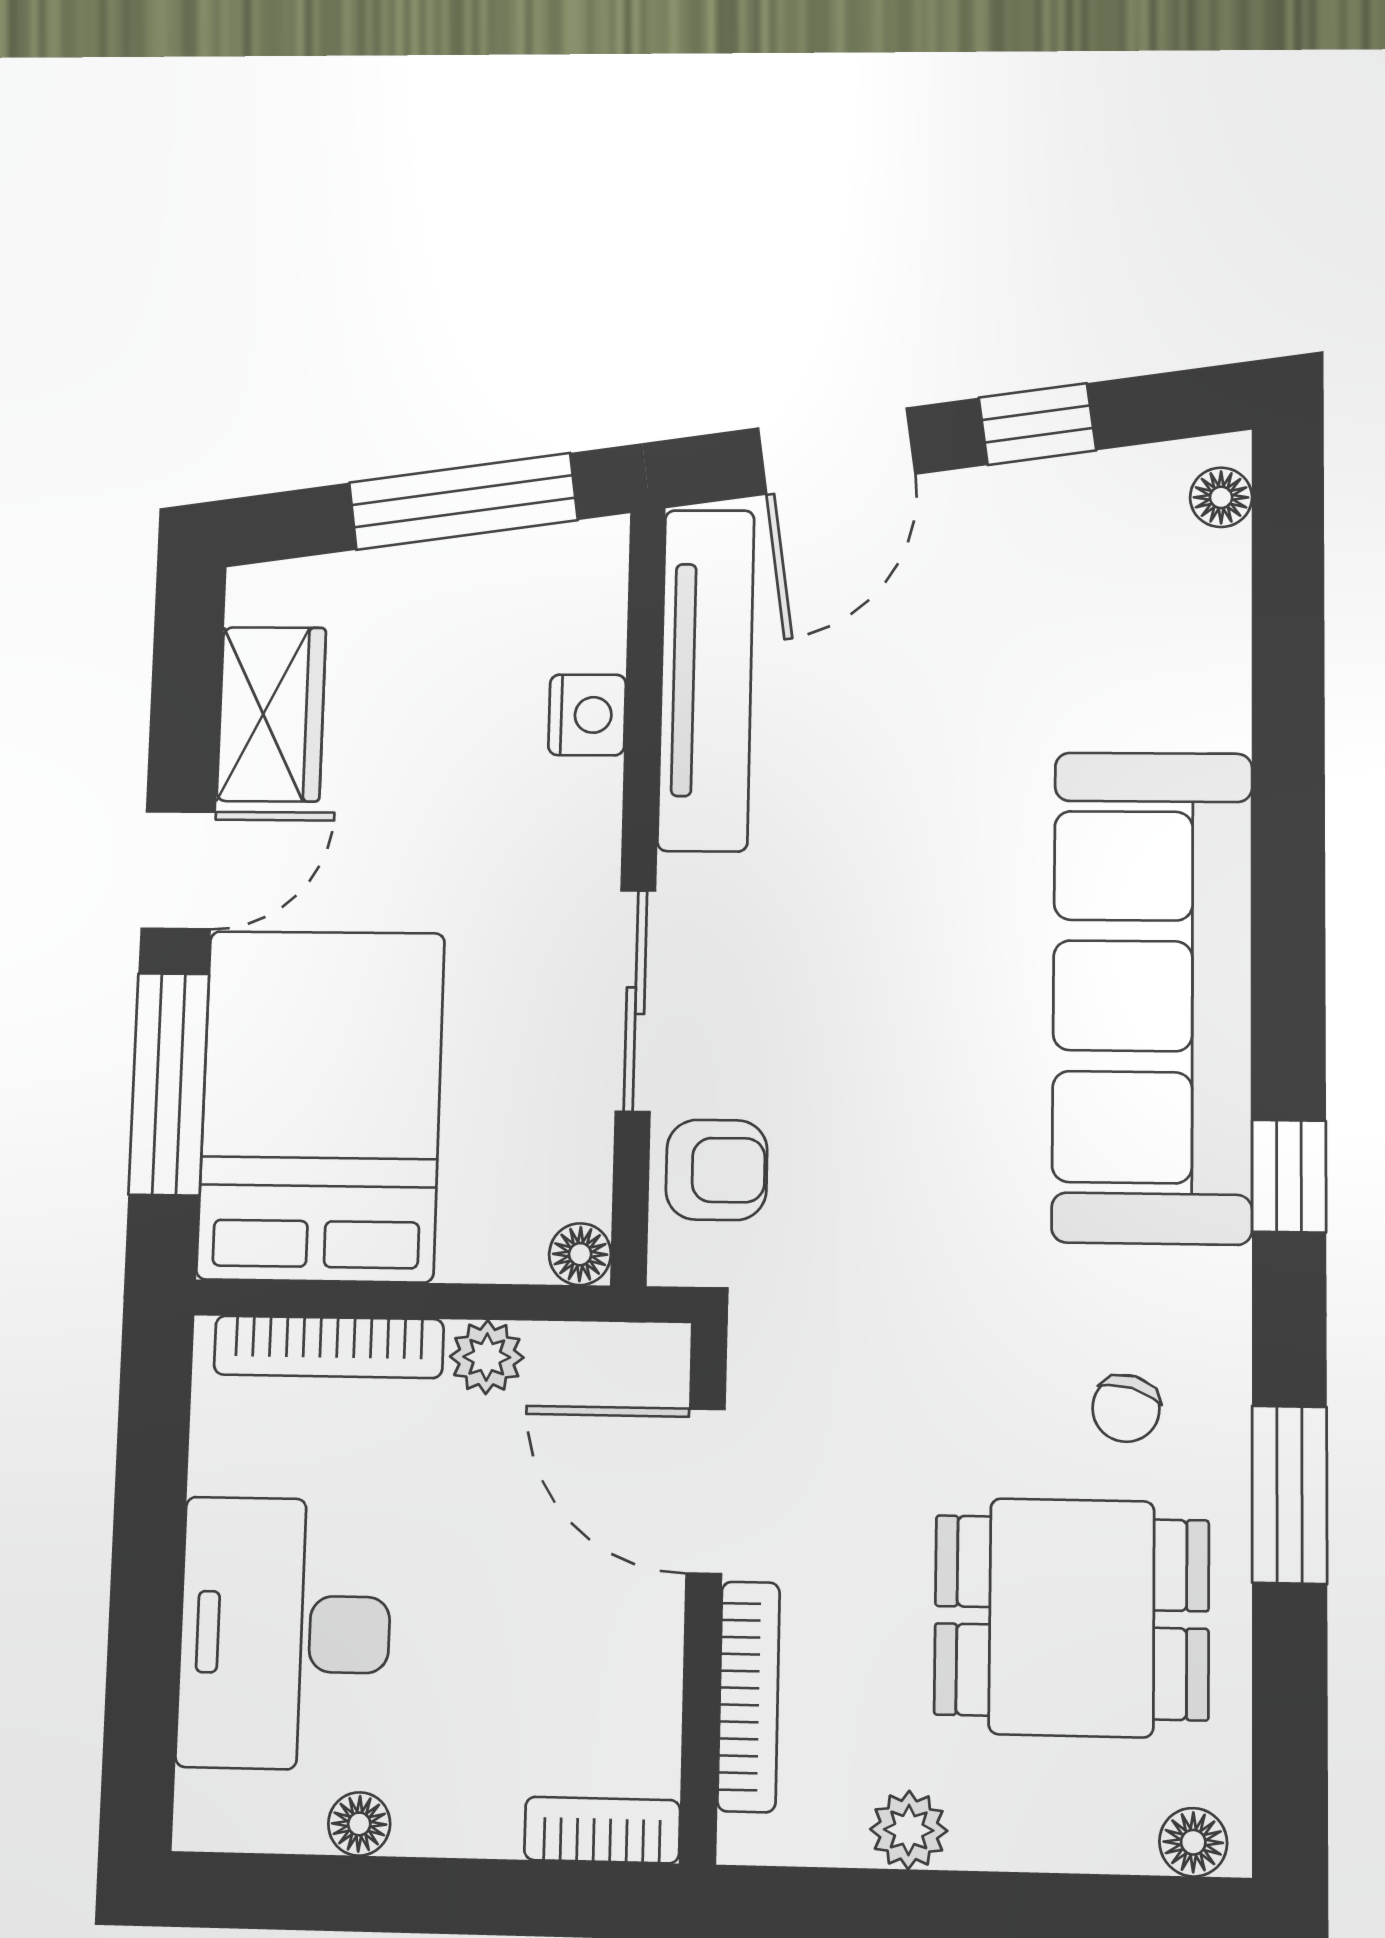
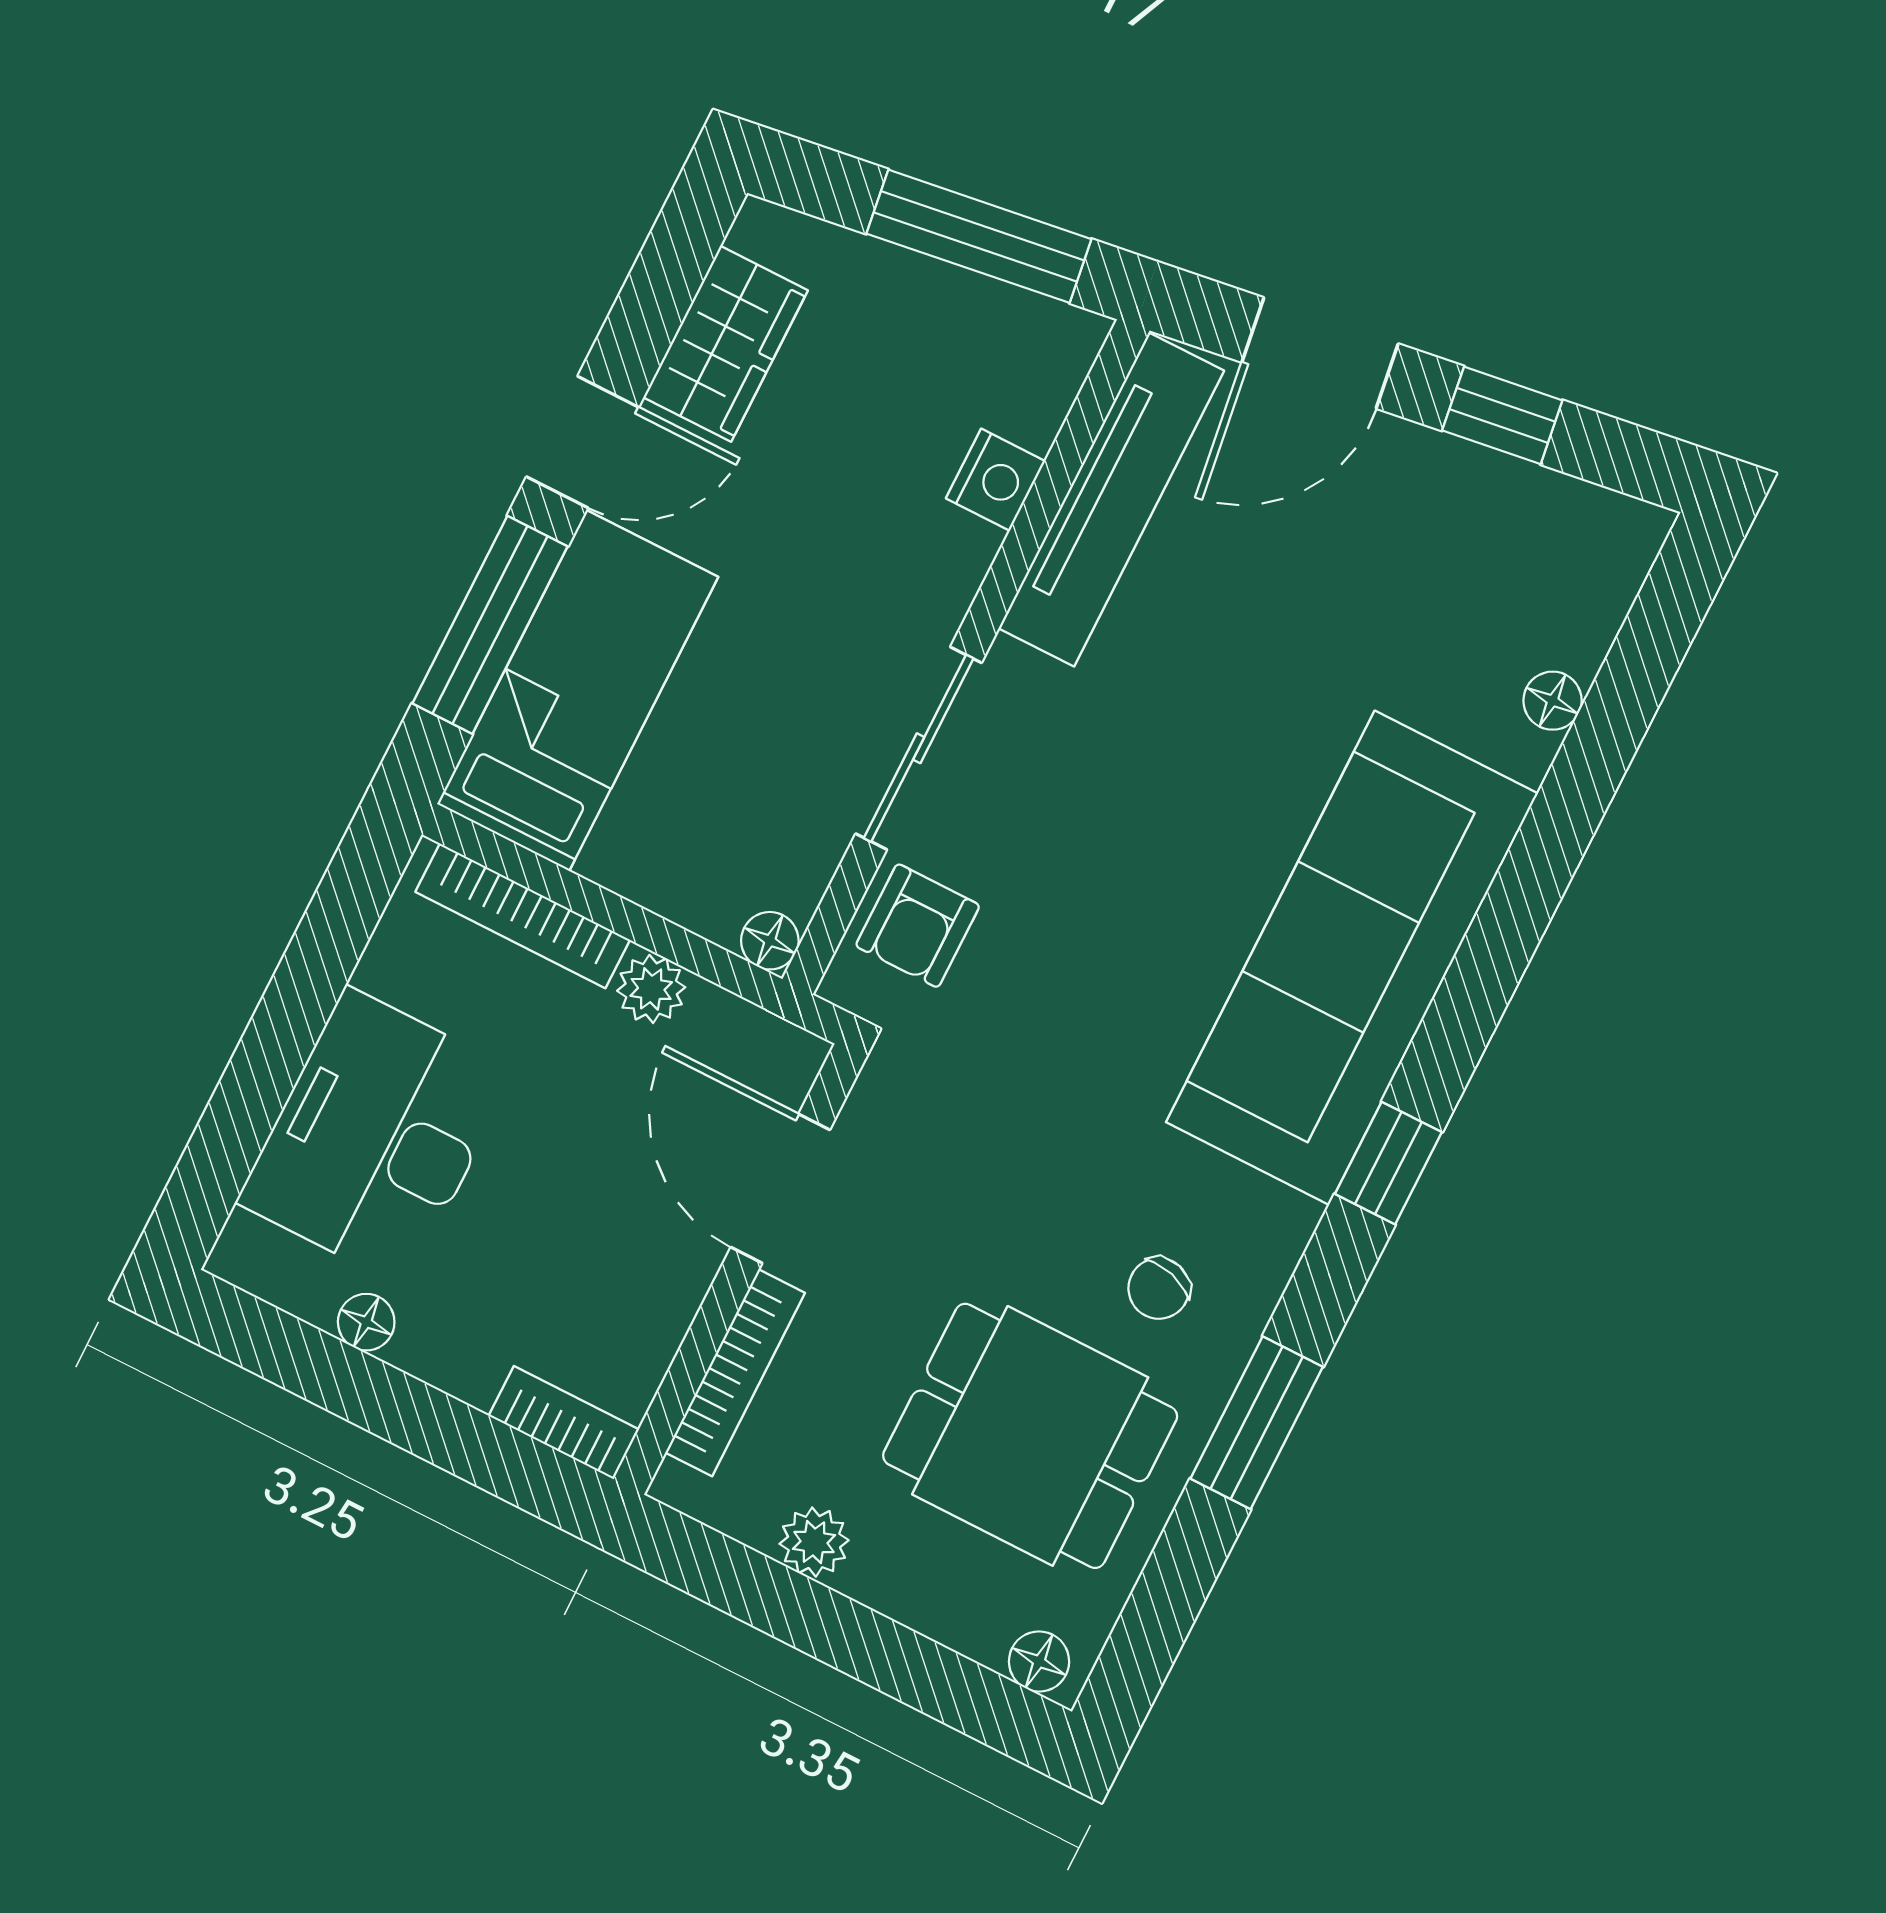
floor lamp: (1221, 497) -> (1553, 701), moved
bed: (321, 1106) -> (578, 690), width x0.67
armchair: (716, 1170) -> (918, 926), turned 90

